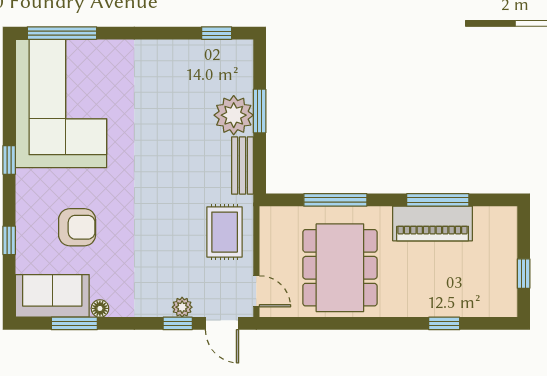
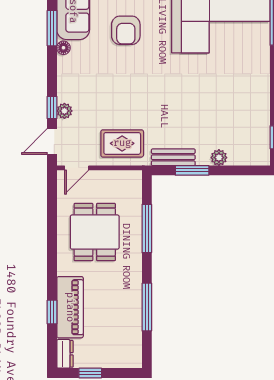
window: (260, 111) -> (192, 170), moved
plant: (234, 115) -> (219, 158), width x0.53, depth x0.53
piano: (433, 223) -> (70, 307), moved, turned 180
dining table: (340, 268) -> (95, 232), width x0.73
dresser: (499, 307) -> (65, 354), added

